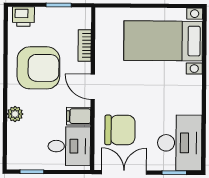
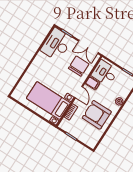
printer: (23, 17) -> (89, 141), removed
bed with nightstands: (163, 41) -> (48, 101), moved, turned 180
chair: (120, 130) -> (79, 66), turned 90

